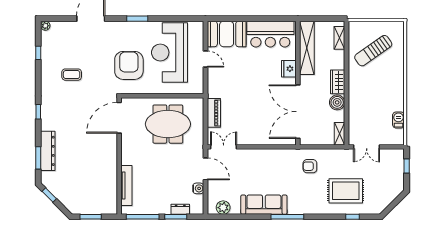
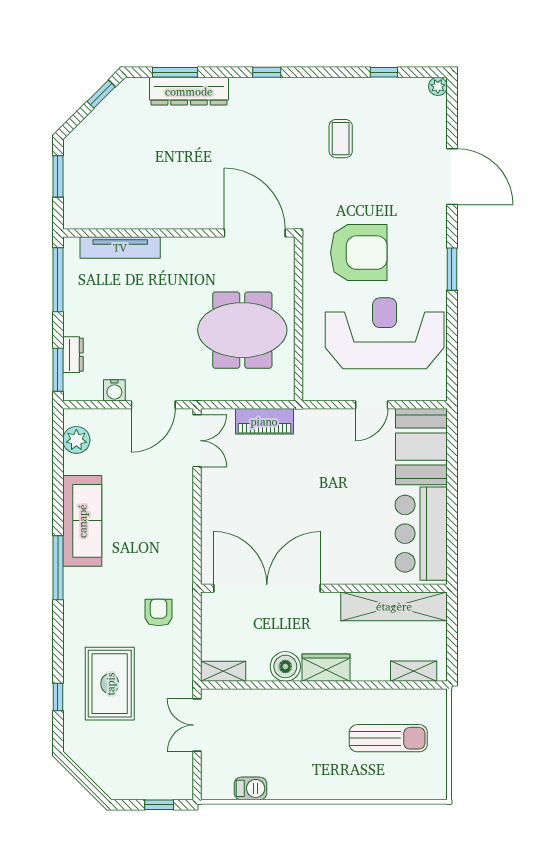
sun lounger: (373, 51) -> (388, 738), turned 125
fridge: (289, 69) -> (352, 570), removed
meeting table: (168, 124) -> (242, 330), turned 90
window: (176, 217) -> (58, 370), moved

